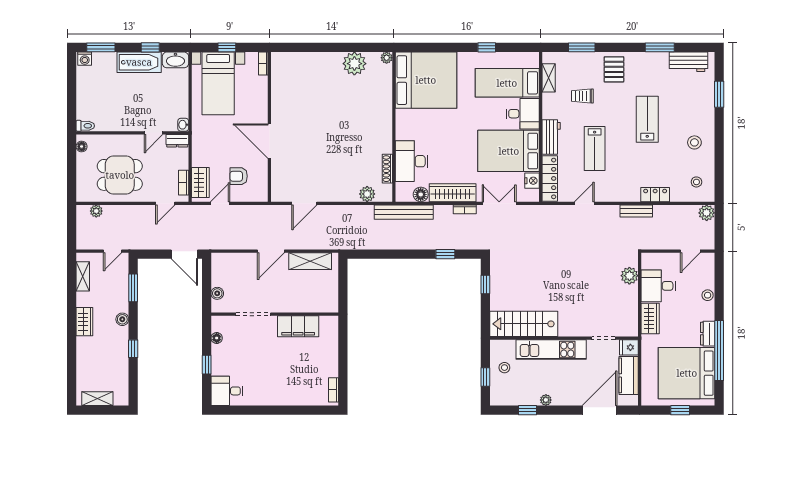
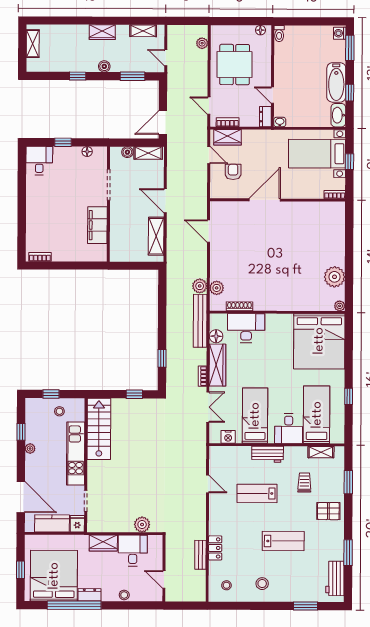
bed: (509, 151) -> (255, 416), width x0.67
locker: (550, 178) -> (230, 453), removed
bench: (636, 211) -> (200, 555), moved
plant: (707, 213) -> (200, 286), moved
shelving: (218, 270) -> (148, 153), added

